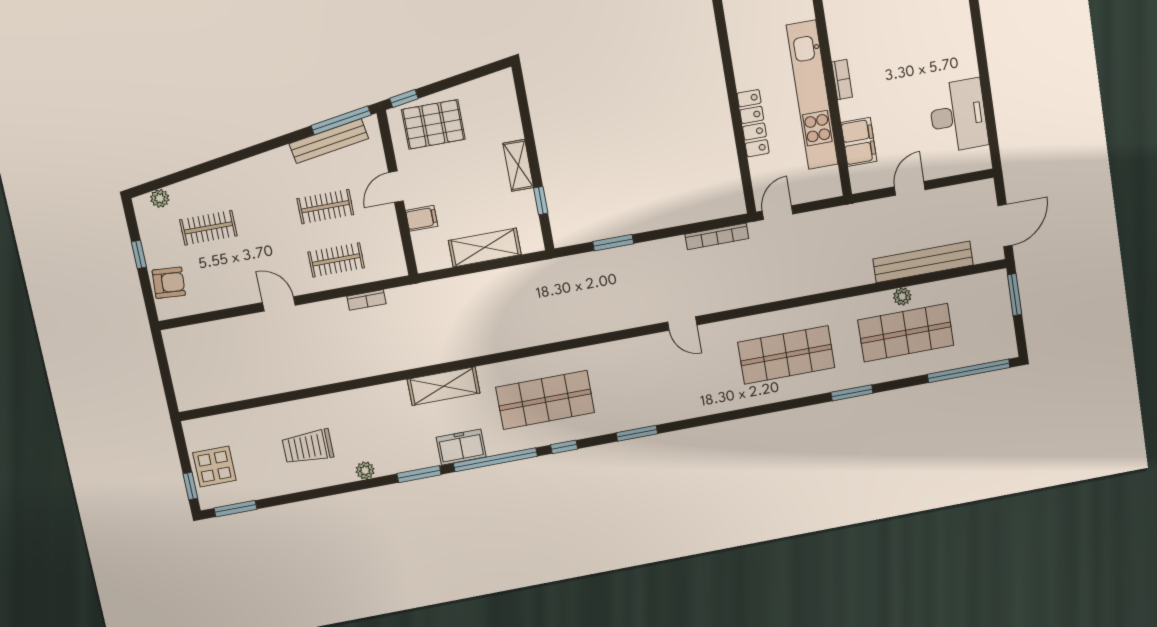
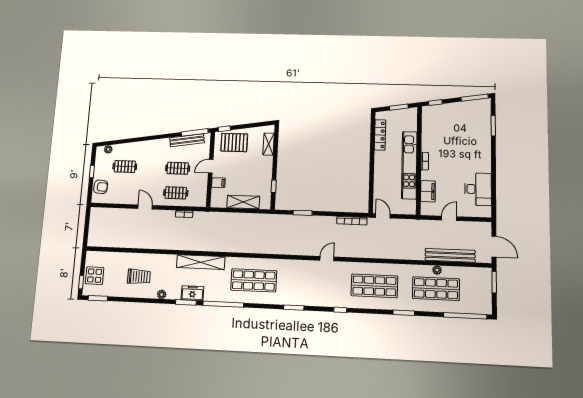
locker: (753, 123) -> (380, 135), moved
shelving: (518, 165) -> (269, 144), moved
door: (777, 213) -> (383, 216), hinge flipped
door: (1005, 226) -> (494, 247), hinge flipped
door: (682, 324) -> (327, 259), swing flipped
shelving: (444, 386) -> (201, 262), width x1.47
trolley: (308, 447) -> (139, 277), turned 180
freezer: (461, 447) -> (192, 293), moved
window: (564, 447) -> (340, 310), moved

